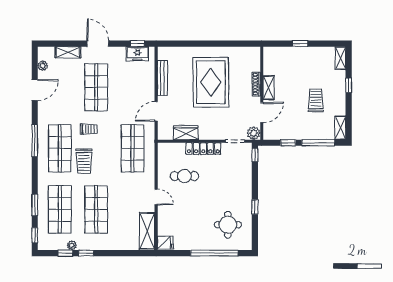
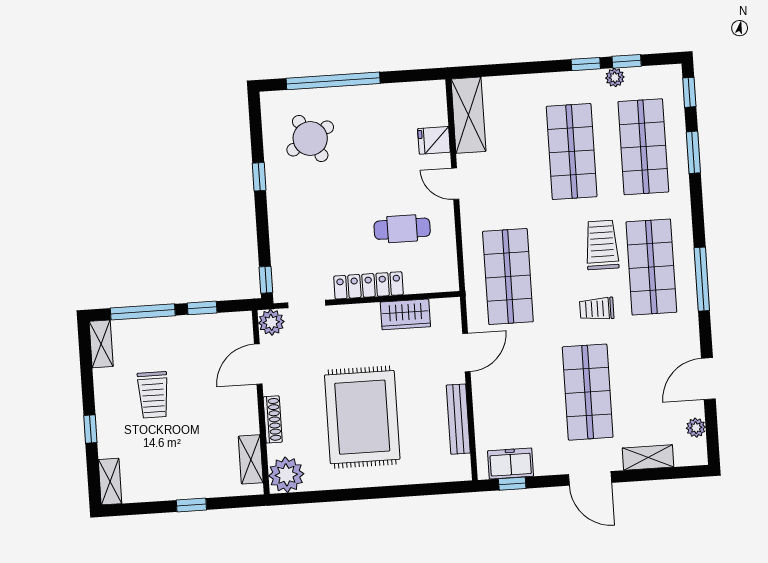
plant: (251, 56) -> (286, 475), added
shelving: (269, 88) -> (251, 459), moved
round table: (228, 225) -> (310, 138), turned -30
fridge: (165, 243) -> (434, 140), moved

